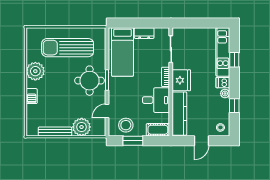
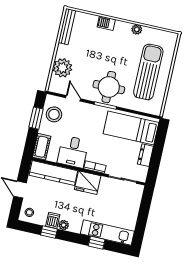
plant: (35, 71) -> (137, 29), width x0.53, depth x0.53
dishwasher: (223, 83) -> (53, 220), moved
bench: (55, 131) -> (67, 27), moved

